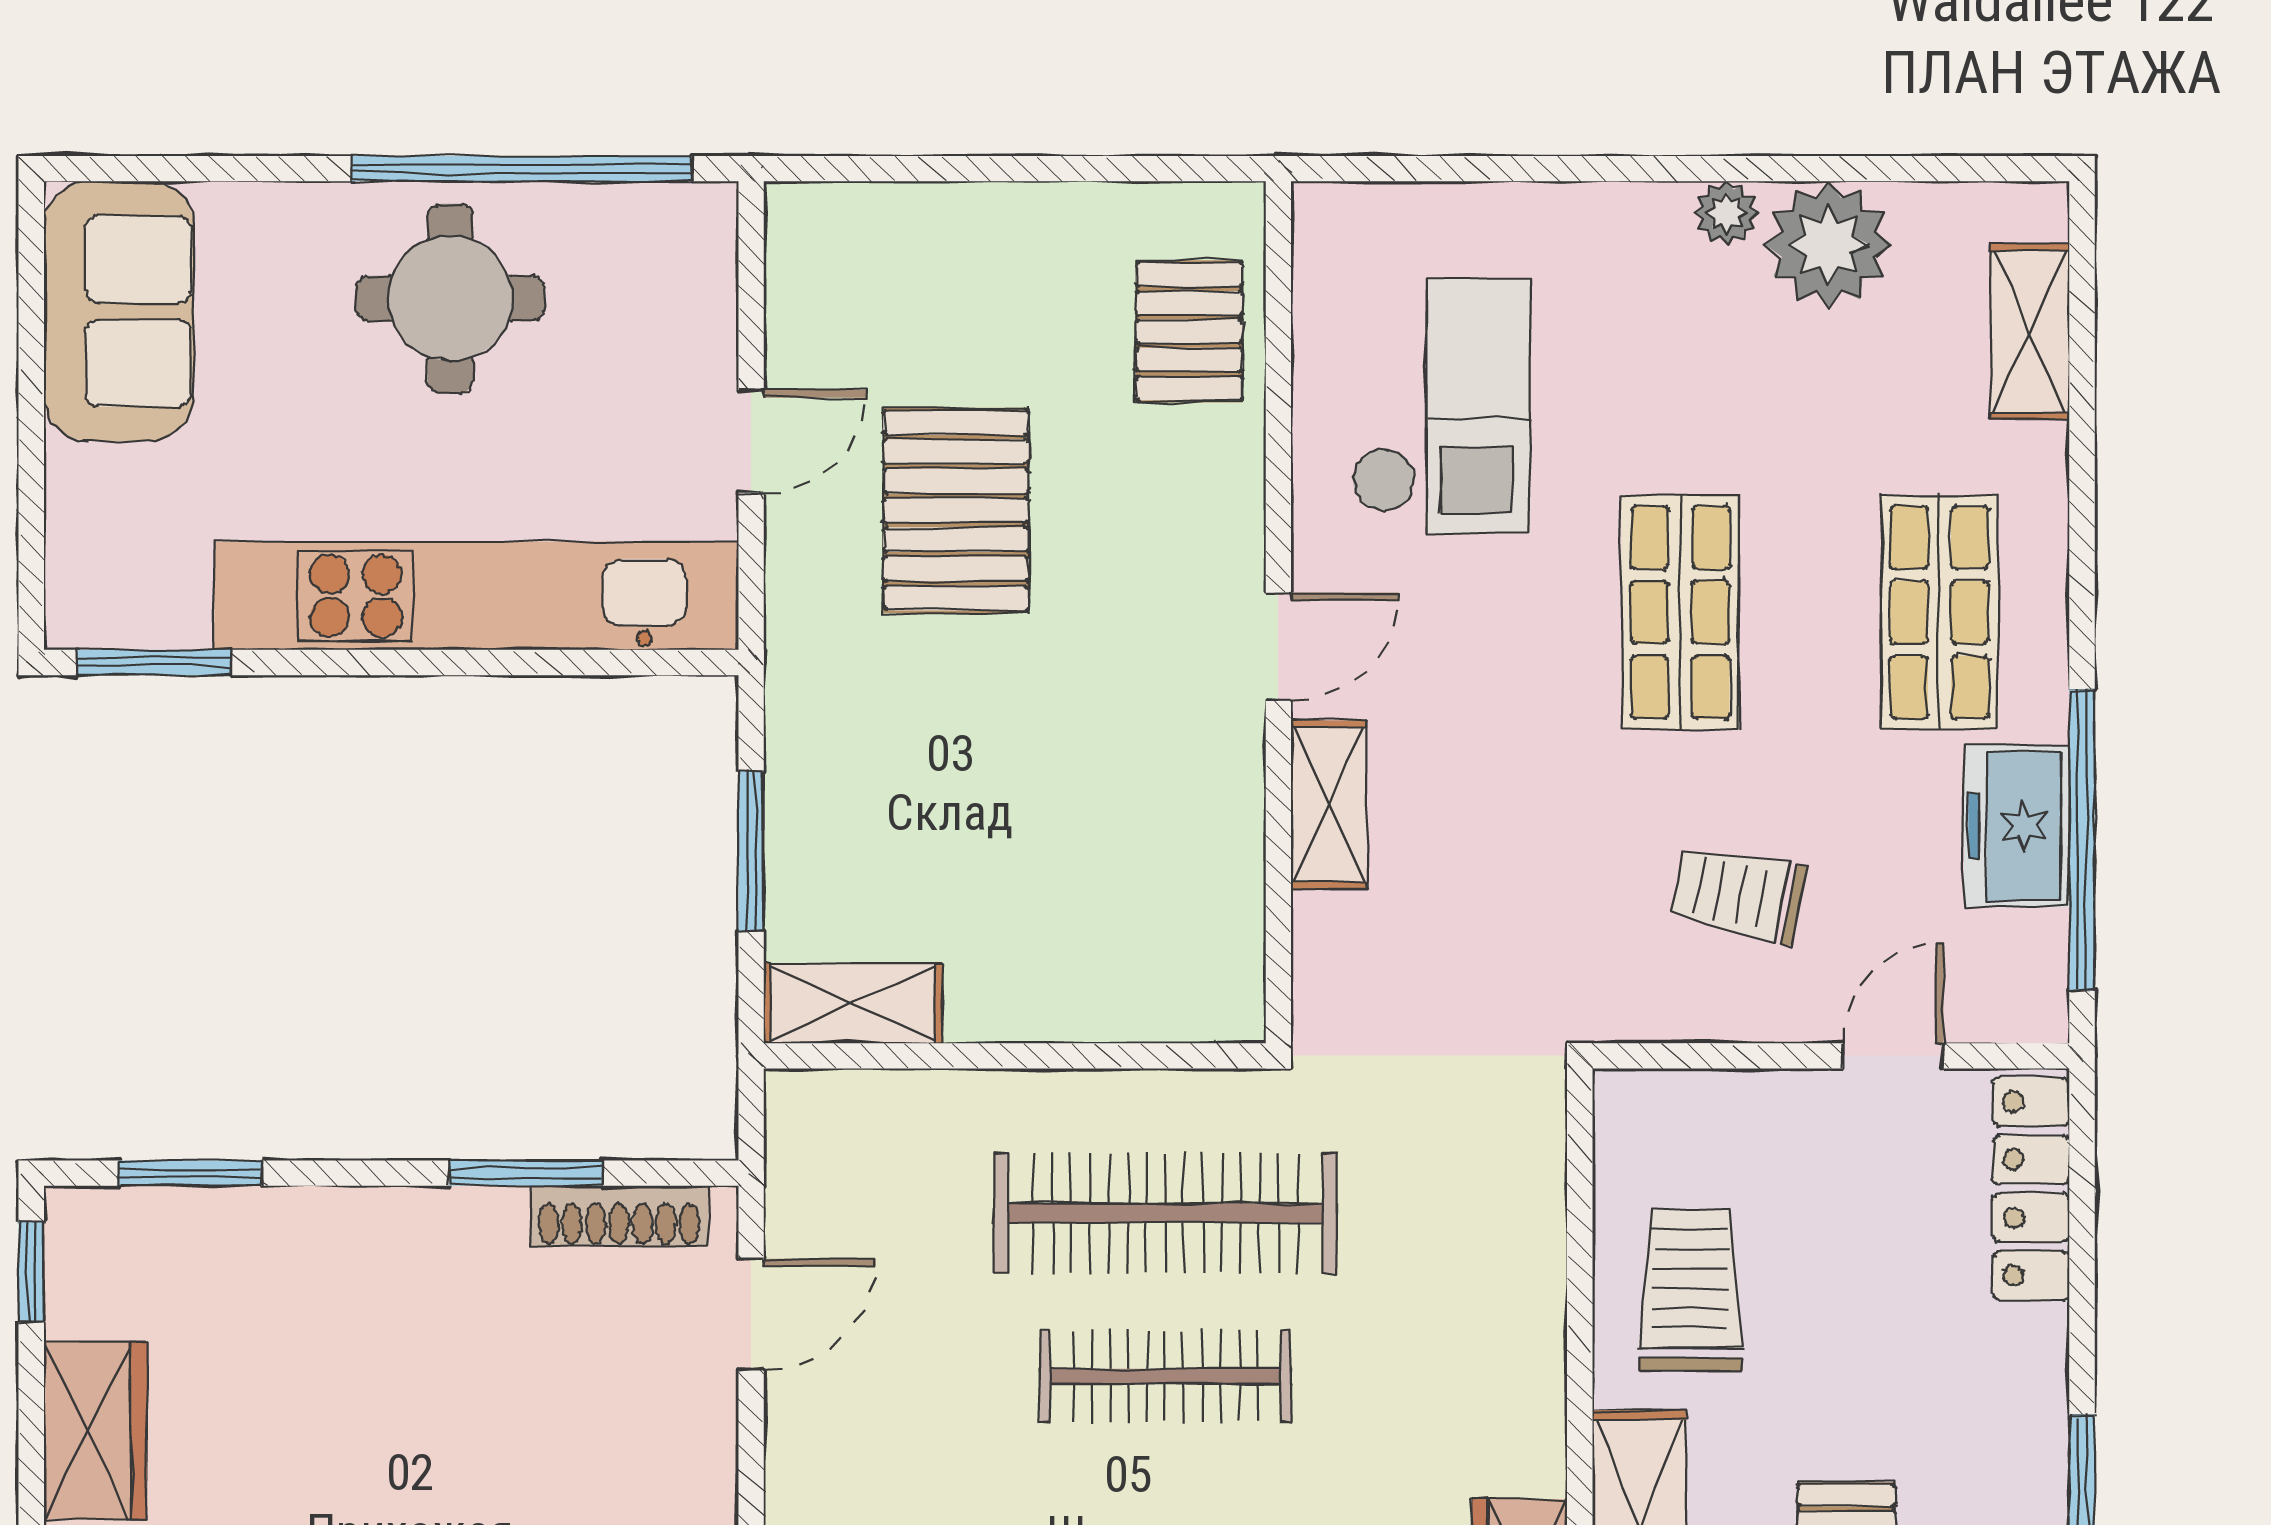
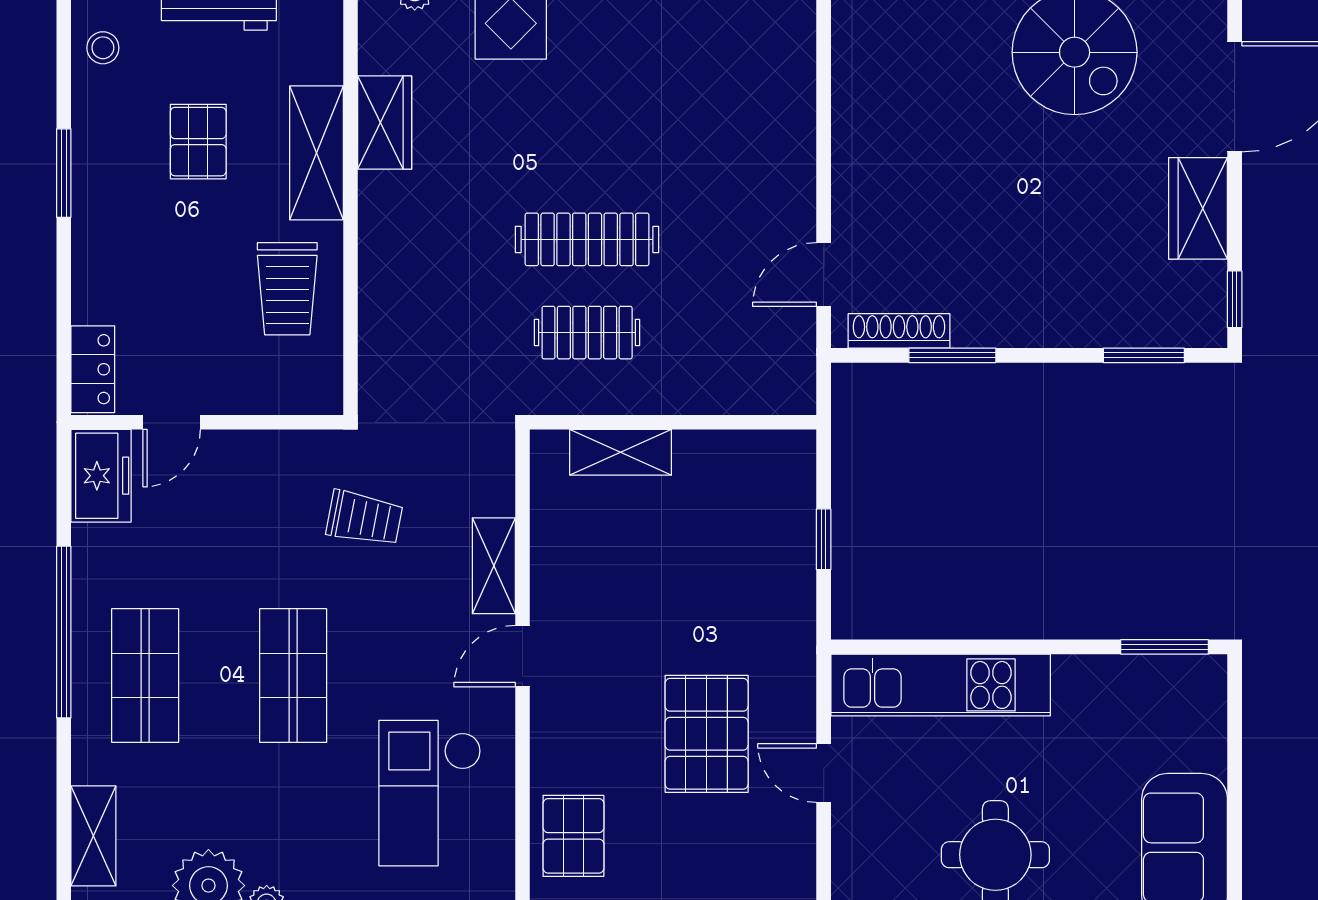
door: (751, 441) -> (824, 773), hinge flipped
kitchen unit: (476, 596) -> (941, 685), width x0.73
freezer: (2017, 826) -> (101, 476), moved
window: (2082, 840) -> (64, 632), moved
window: (751, 851) -> (824, 539), width x0.67
trolley: (1738, 894) -> (364, 518), moved
shelving: (853, 1003) -> (621, 452), moved
locker: (2031, 1189) -> (93, 369), width x0.66
clothes rail: (1165, 1213) -> (587, 333), width x0.54, depth x0.76

